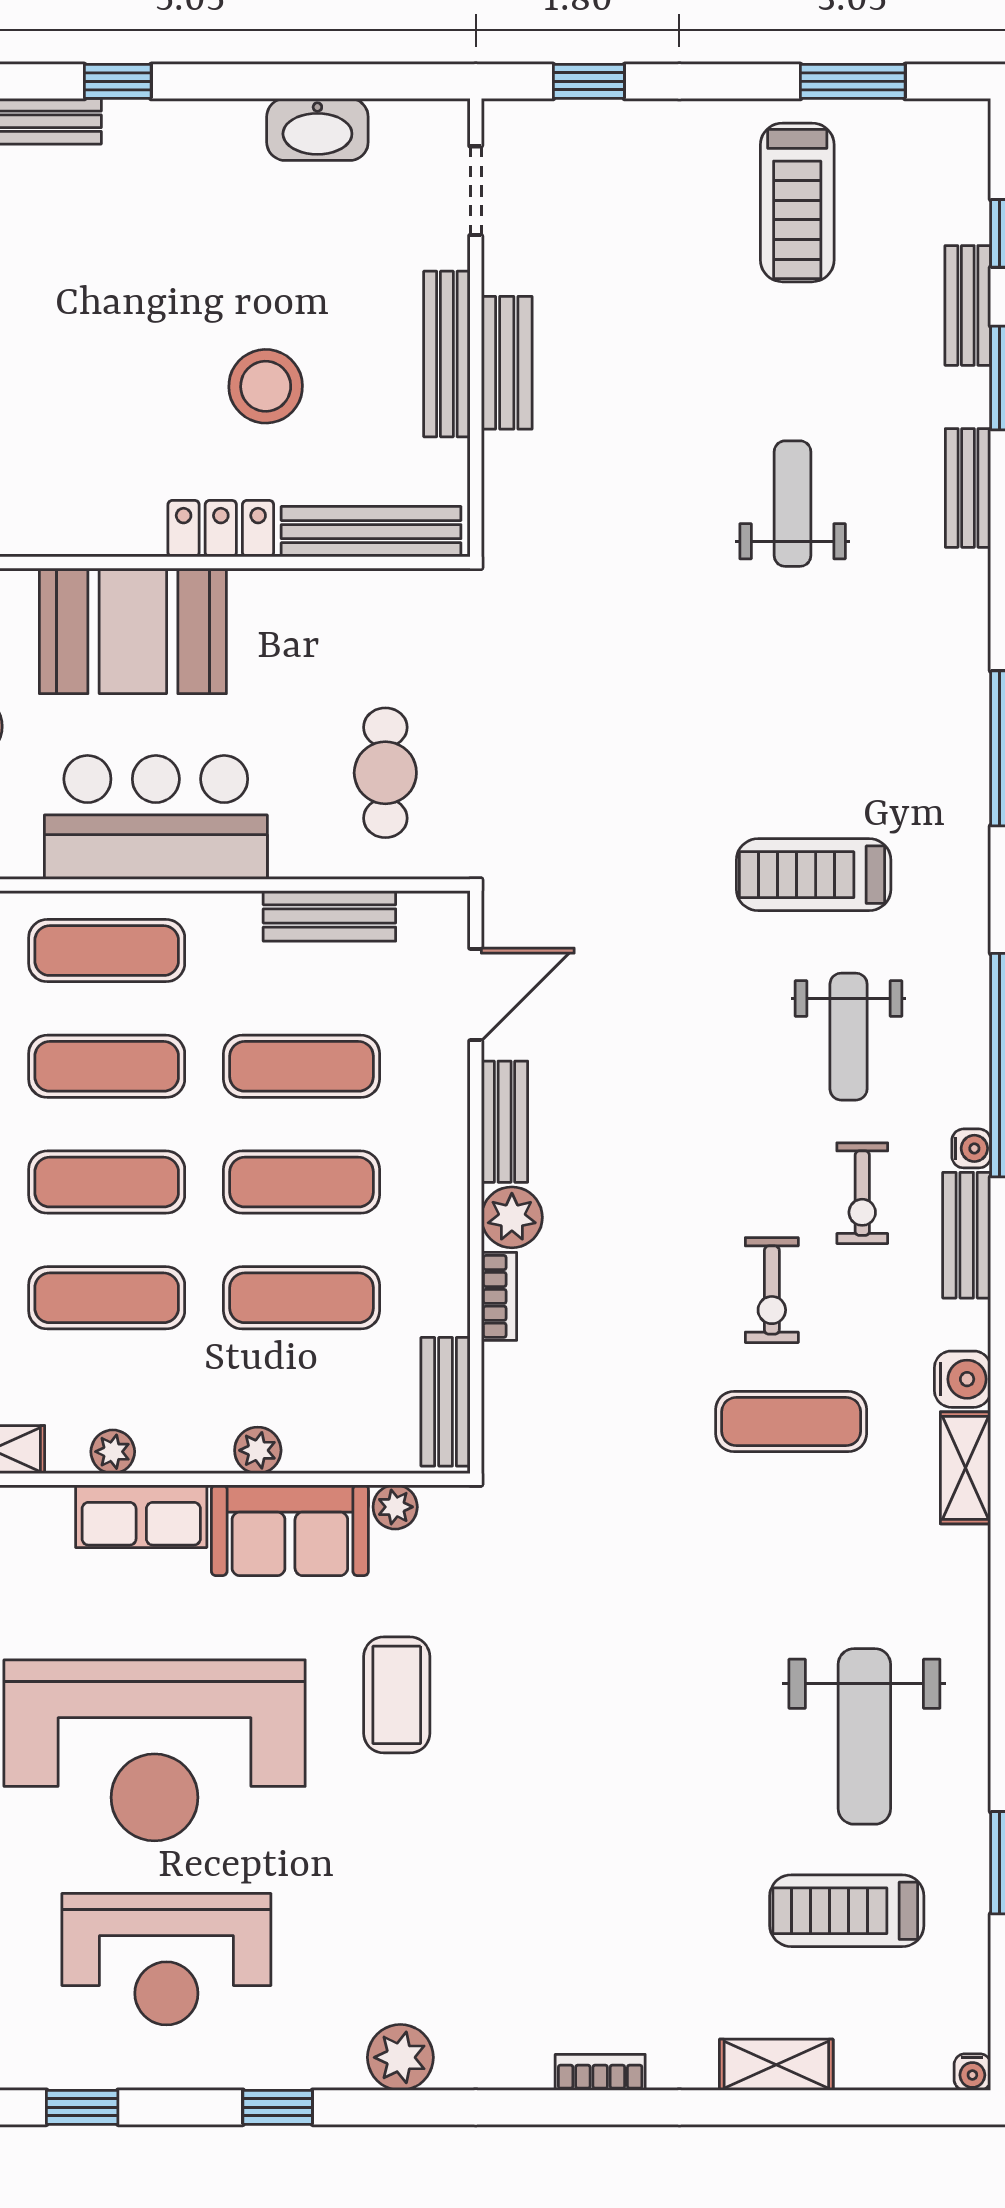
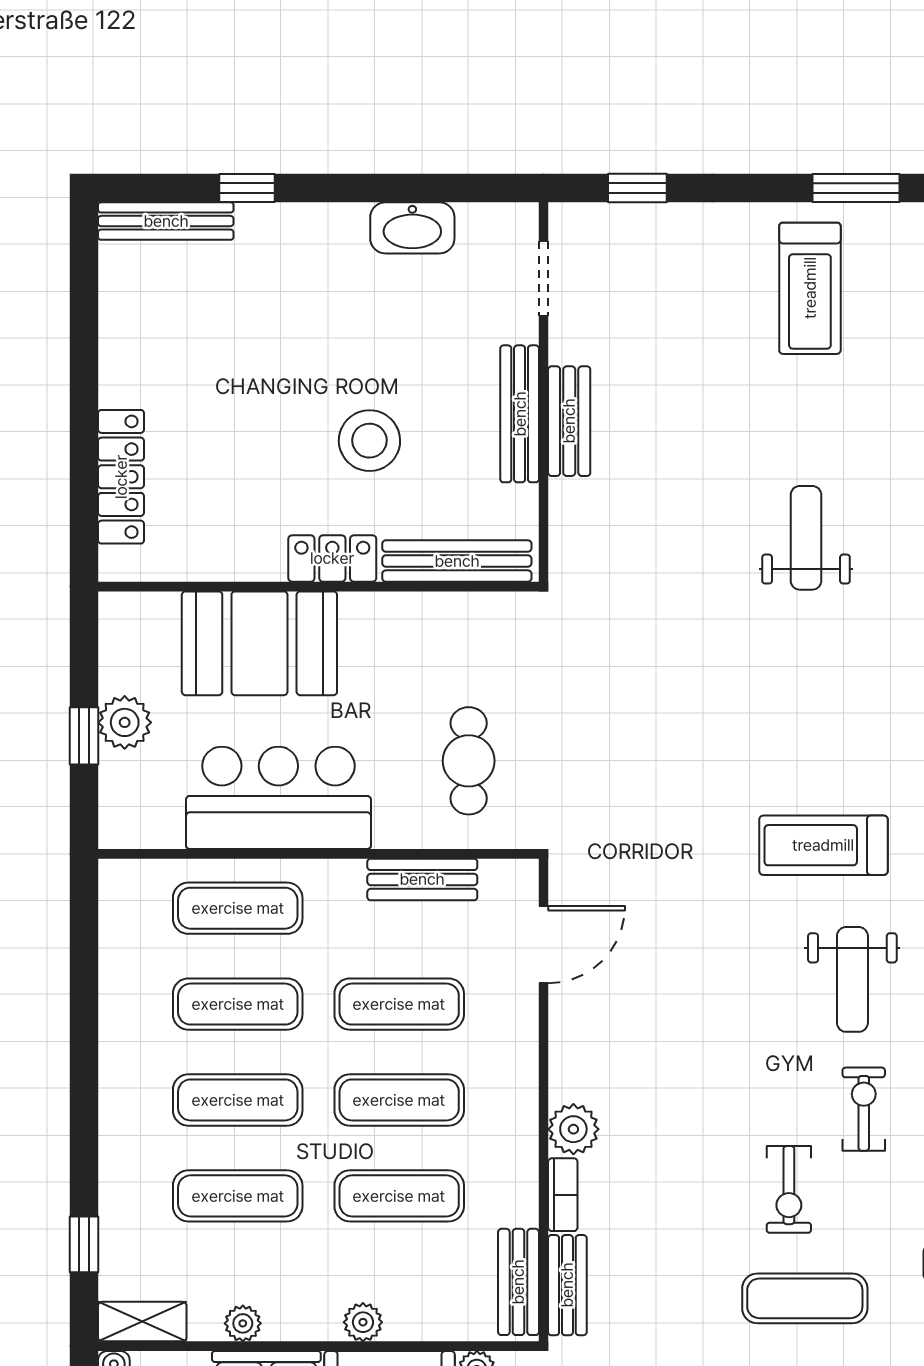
bench: (505, 1122) -> (567, 1285), moved
exercise bike: (862, 1193) -> (864, 1109), turned 180

